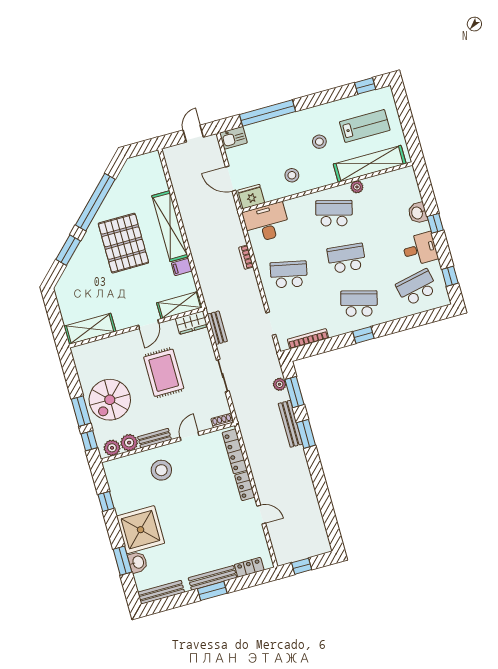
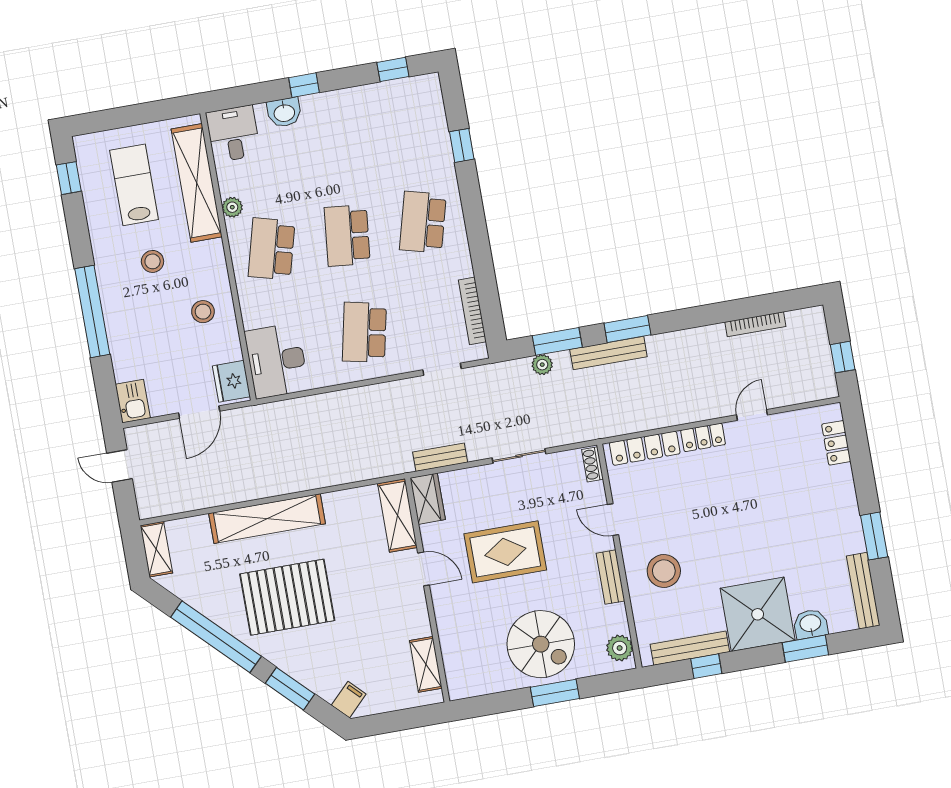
window: (268, 113) -> (92, 311), moved
shelving: (145, 161) -> (156, 549), added
desk: (420, 249) -> (233, 134), moved
bookcase: (246, 257) -> (755, 324), moved, width x1.56
filing cabinet: (182, 267) -> (349, 700), moved, turned -135
school desk: (417, 287) -> (406, 125), removed
shelving: (90, 329) -> (426, 664), width x0.67, depth x0.75
window: (363, 335) -> (462, 145), moved
window: (89, 441) -> (604, 684), removed
plant: (129, 443) -> (614, 619), removed
bench: (213, 578) -> (690, 648), moved, turned 90
window: (212, 591) -> (874, 536), moved

